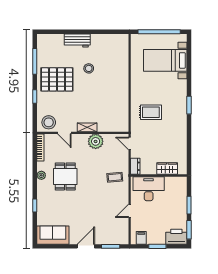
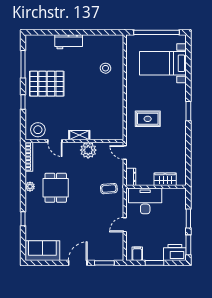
stool: (89, 68) -> (106, 68), moved

